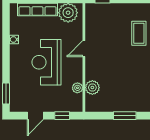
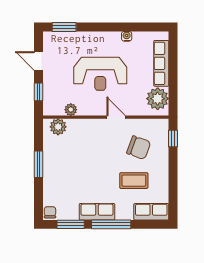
chair: (110, 29) -> (139, 148), added
reception desk: (47, 62) -> (100, 74), turned 180
plant: (92, 88) -> (58, 127), moved

